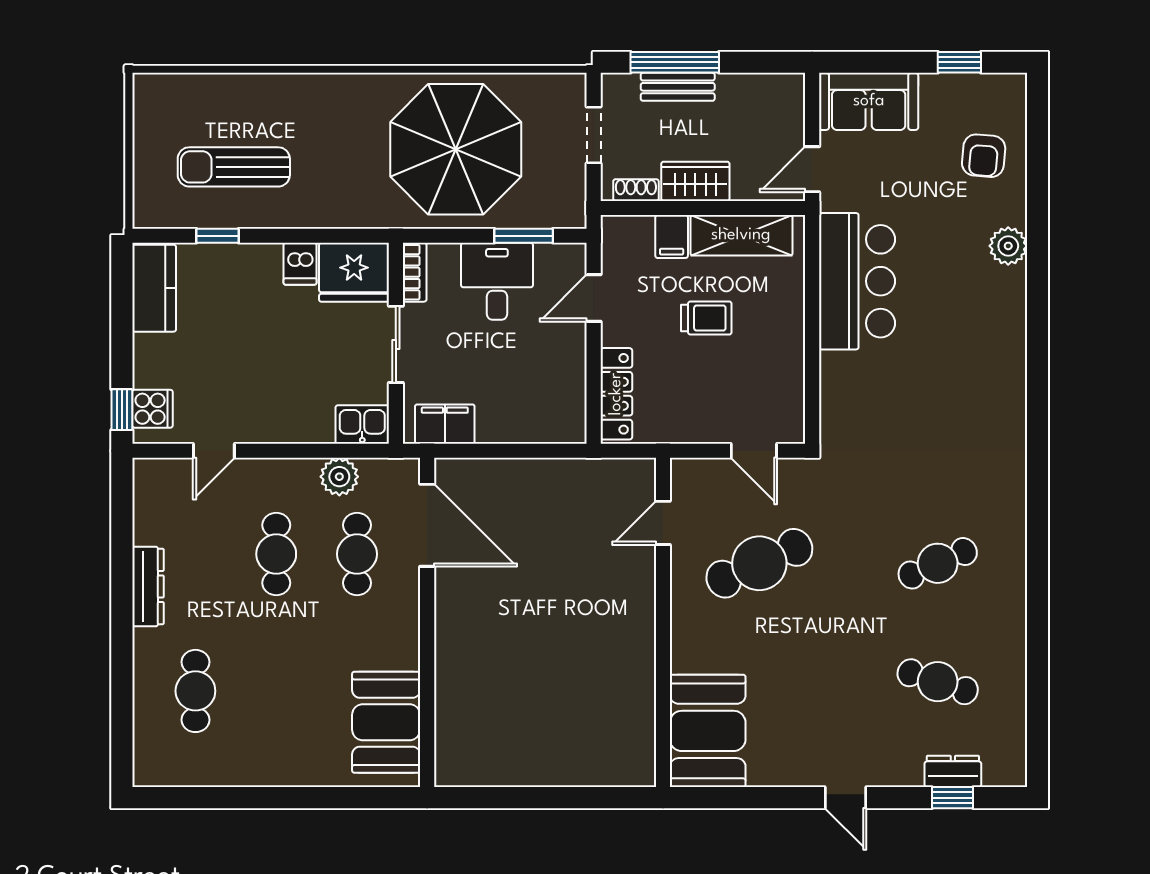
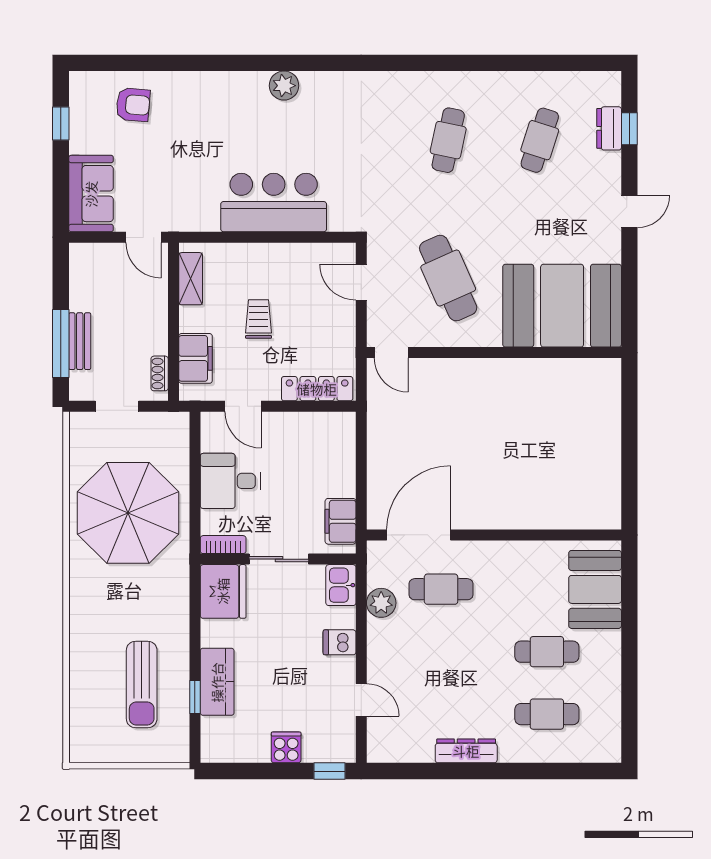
wardrobe: (695, 181) -> (153, 328), removed
shelving: (741, 235) -> (191, 279), width x0.67, depth x0.75
window: (524, 236) -> (195, 460), removed
filing cabinet: (672, 237) -> (195, 358), width x2.00
plant: (1008, 246) -> (284, 86), moved
dishwasher: (300, 264) -> (340, 642), moved, turned 180
bar counter: (857, 281) -> (274, 203), moved
kitchen counter: (154, 288) -> (217, 682), moved, turned 90
cooker: (152, 409) -> (286, 747), moved
door: (754, 451) -> (361, 282), swing flipped
door: (663, 523) -> (391, 353), moved
cafe table: (276, 554) -> (547, 652), moved
cafe table: (938, 563) -> (448, 140), turned 36
booth: (386, 722) -> (595, 589), moved, turned 90
booth: (708, 731) -> (562, 306), width x1.36, depth x1.42

